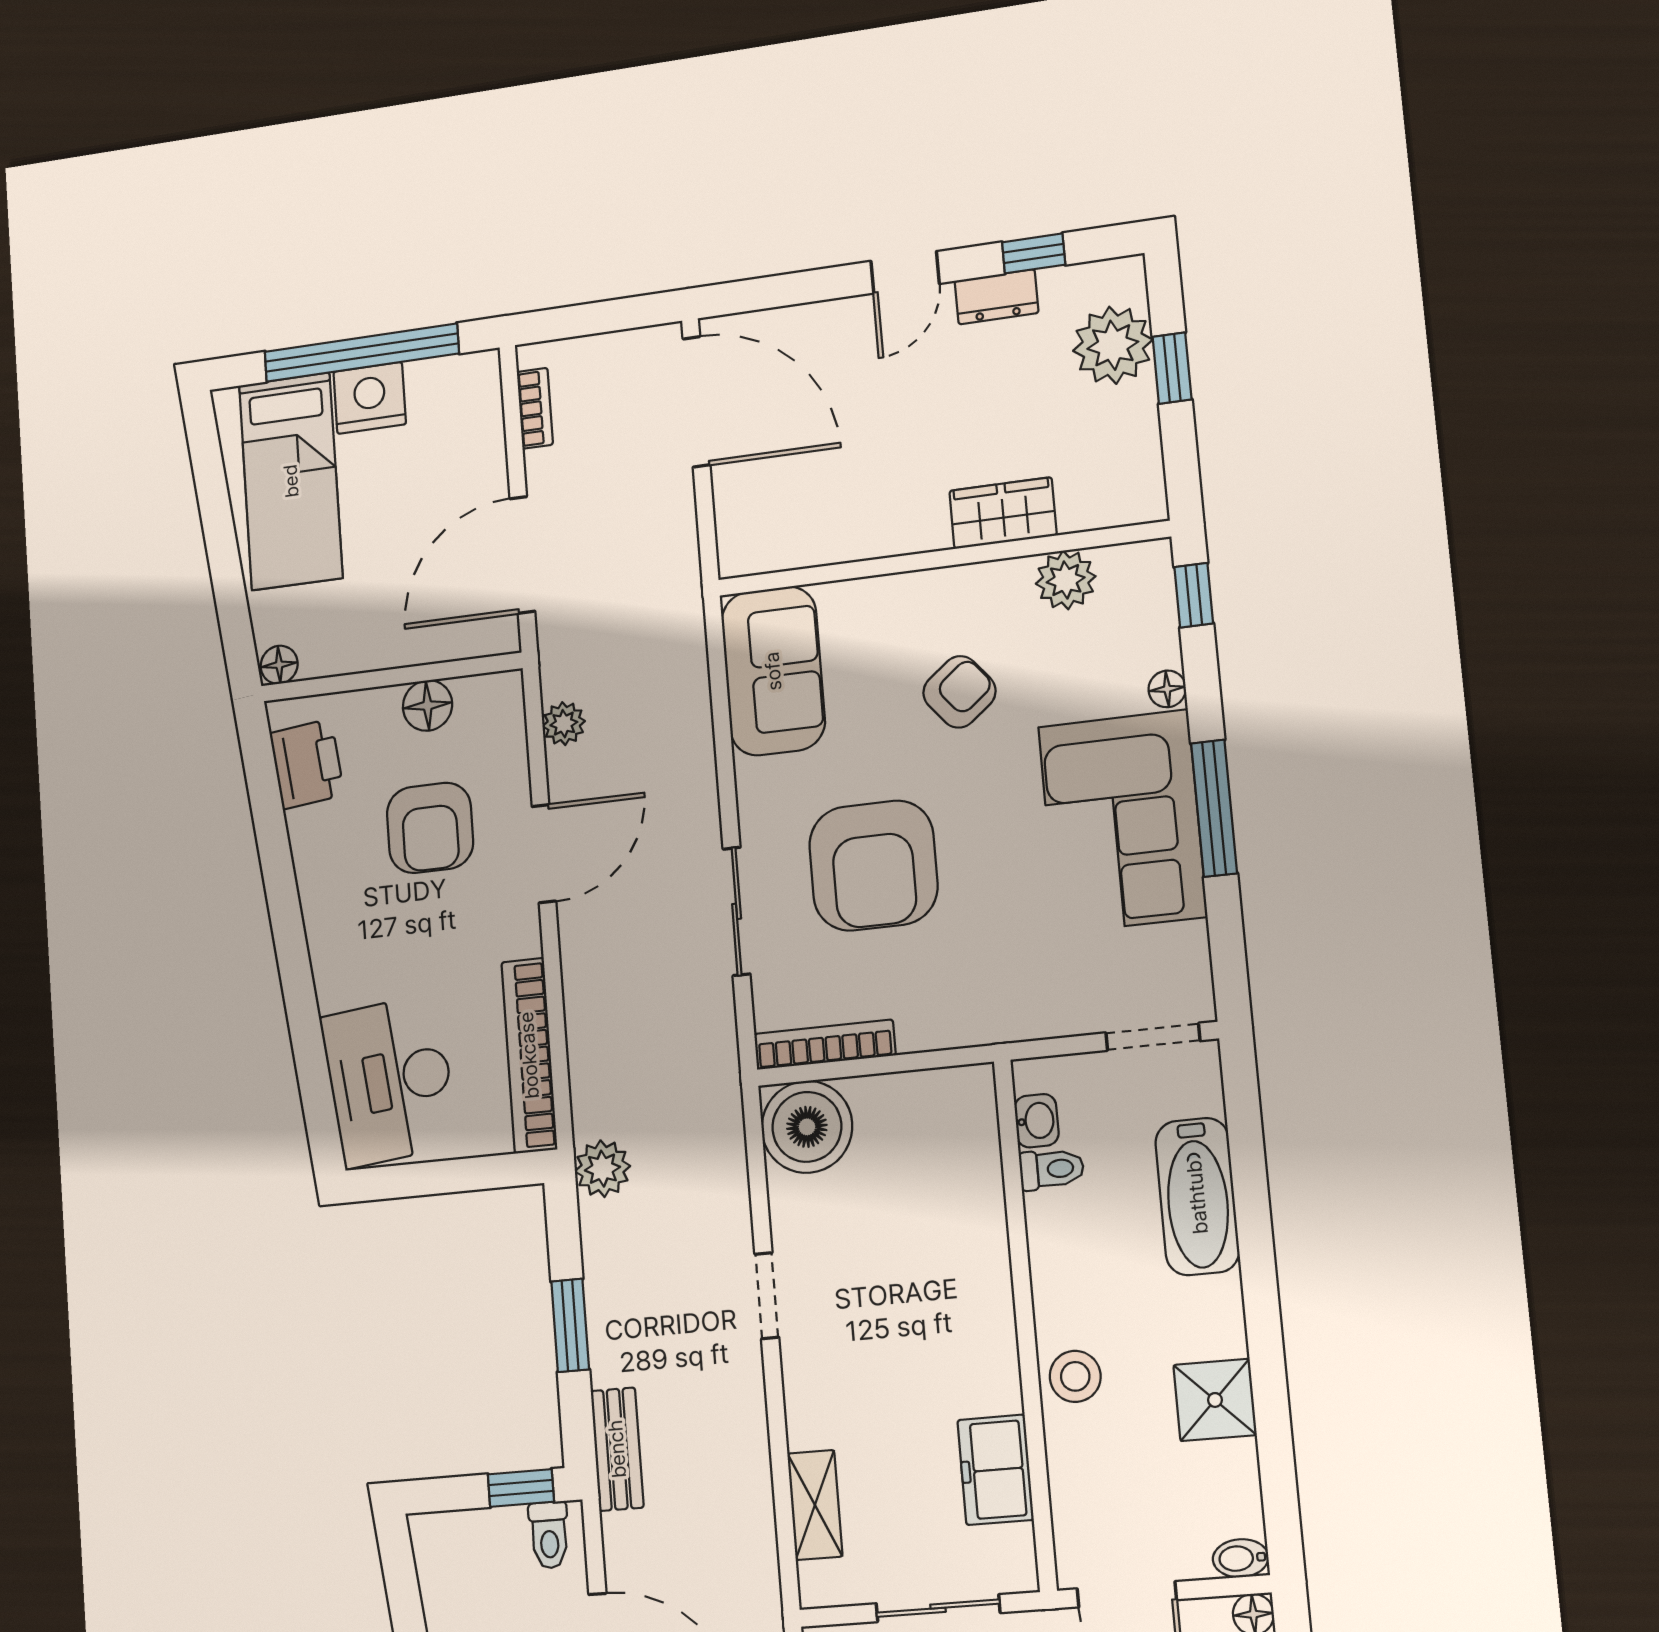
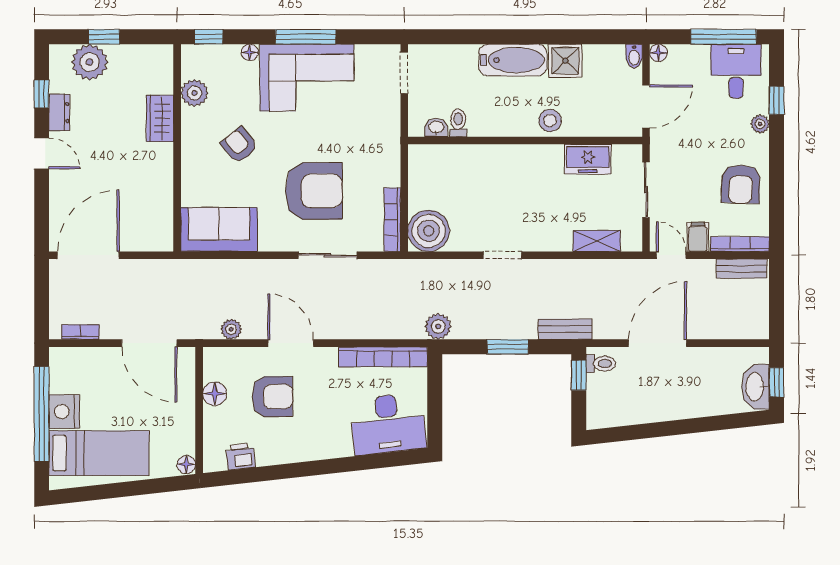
printer: (307, 764) -> (240, 456), width x0.73, depth x0.81
bathtub: (1197, 1197) -> (513, 60), moved

